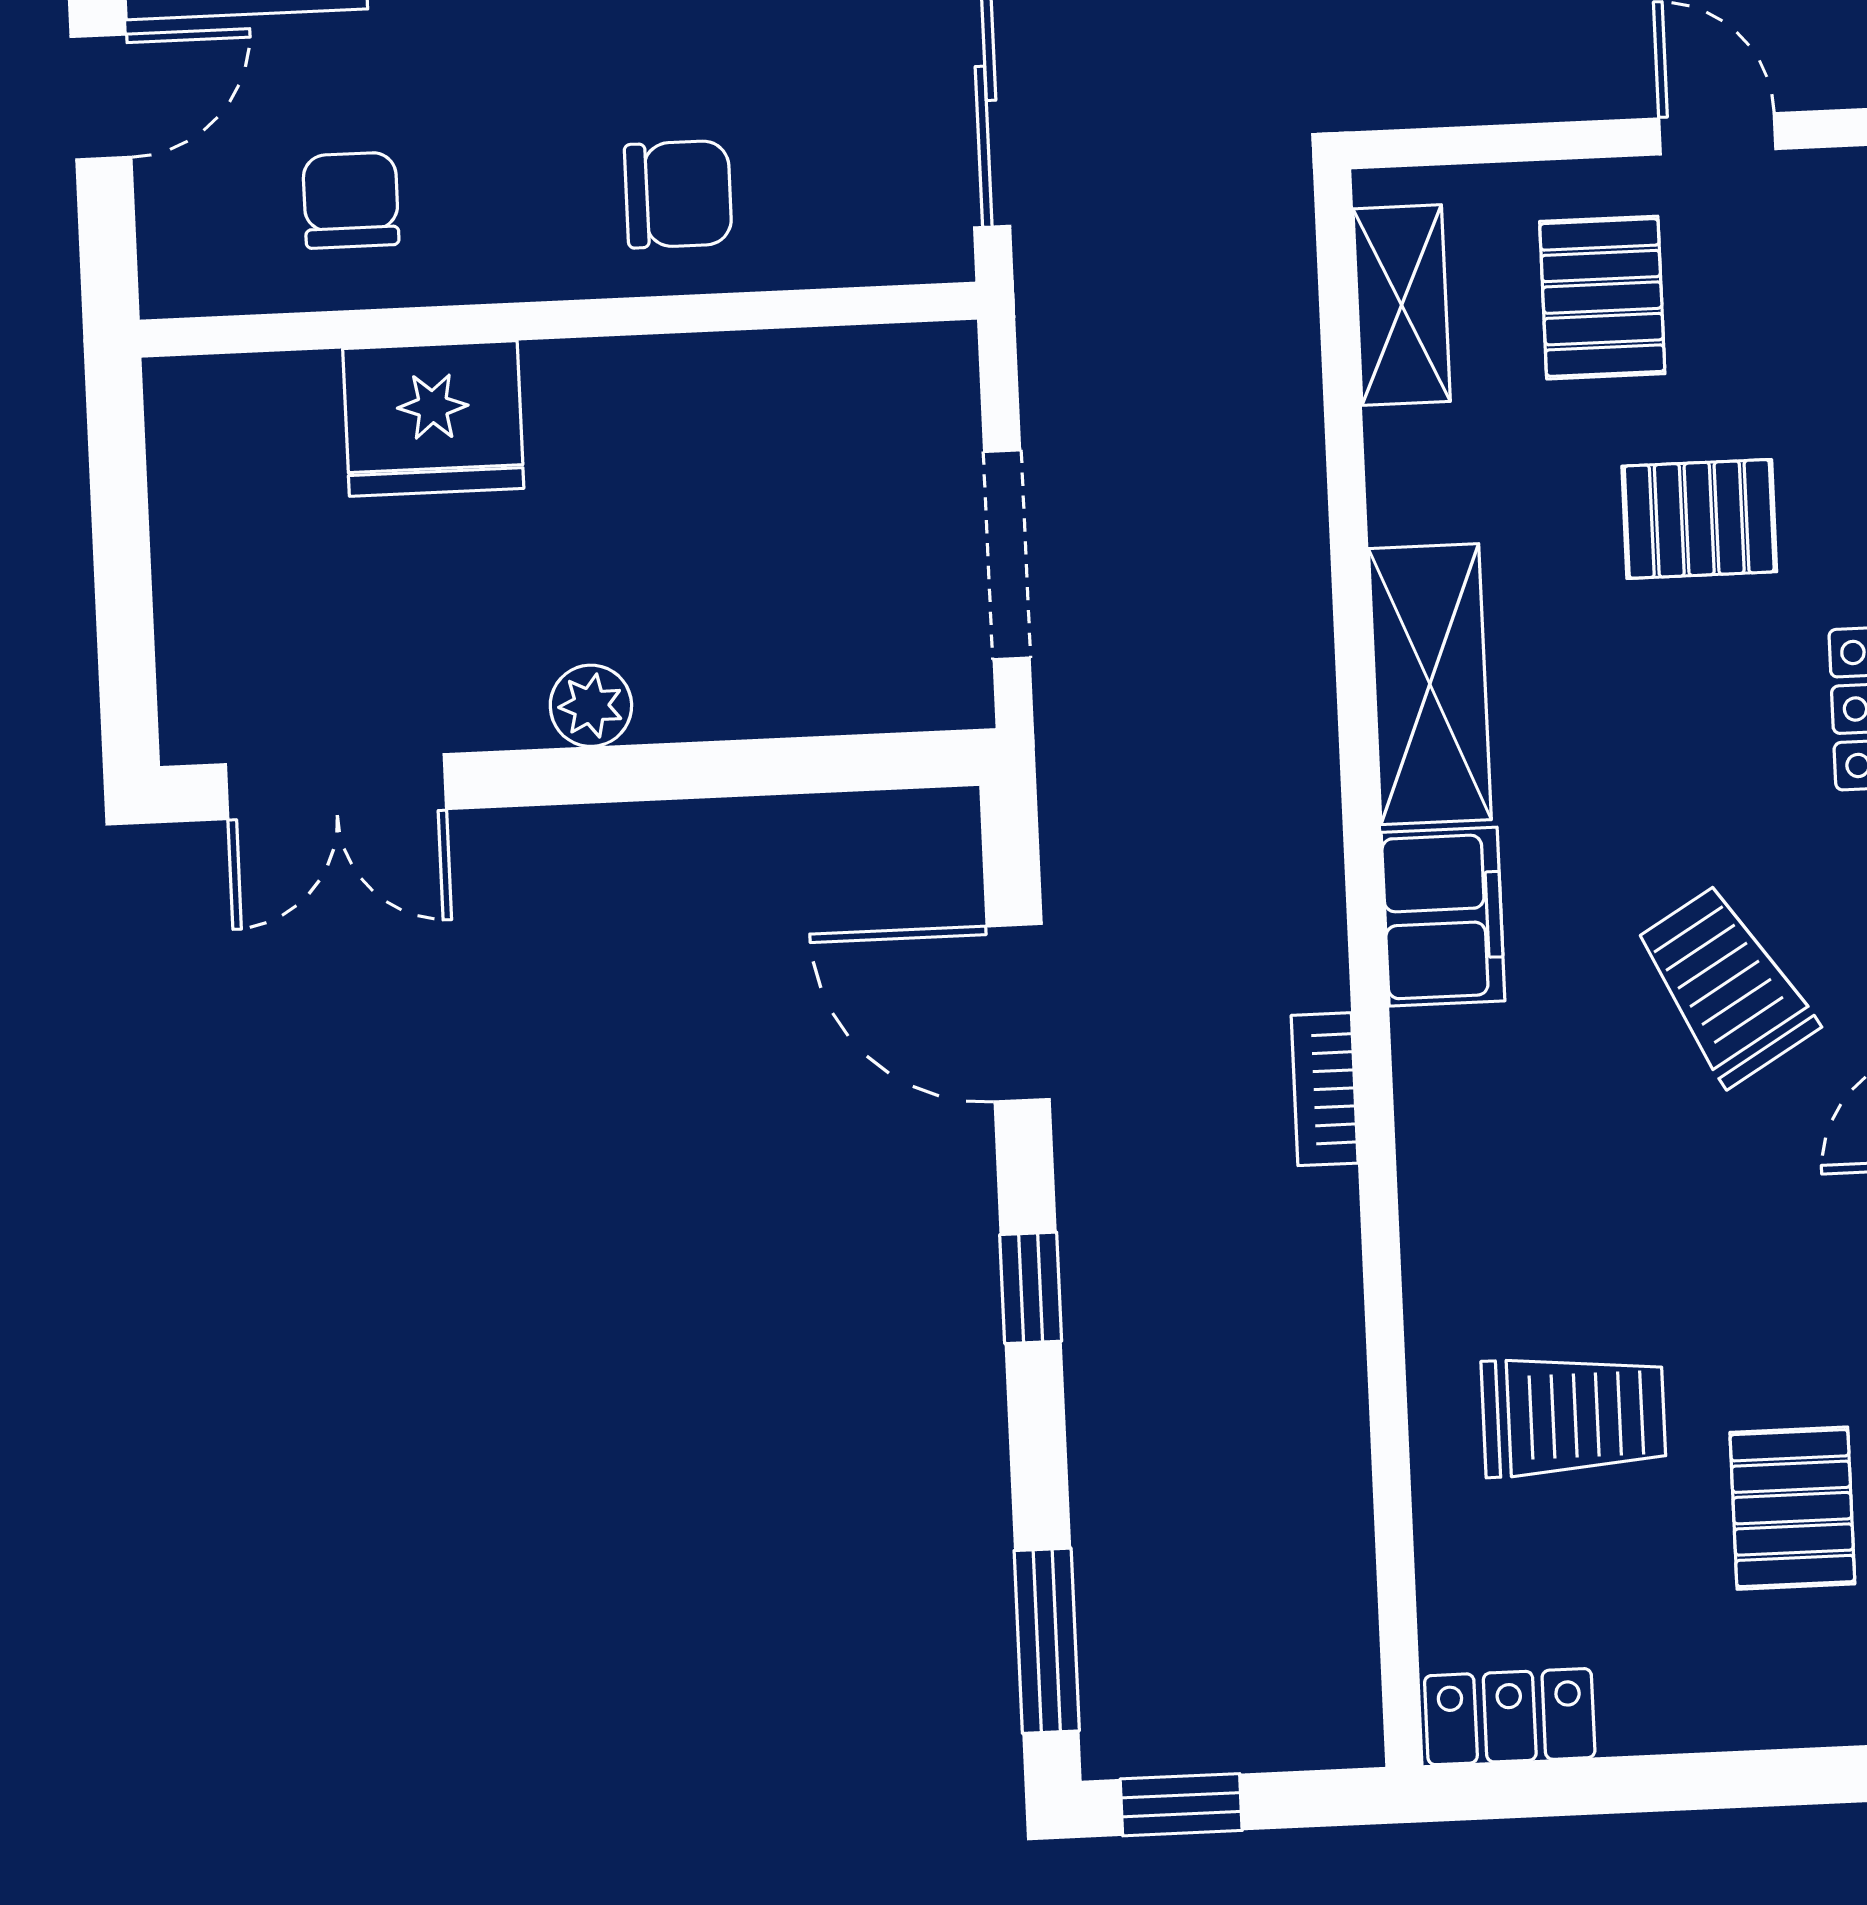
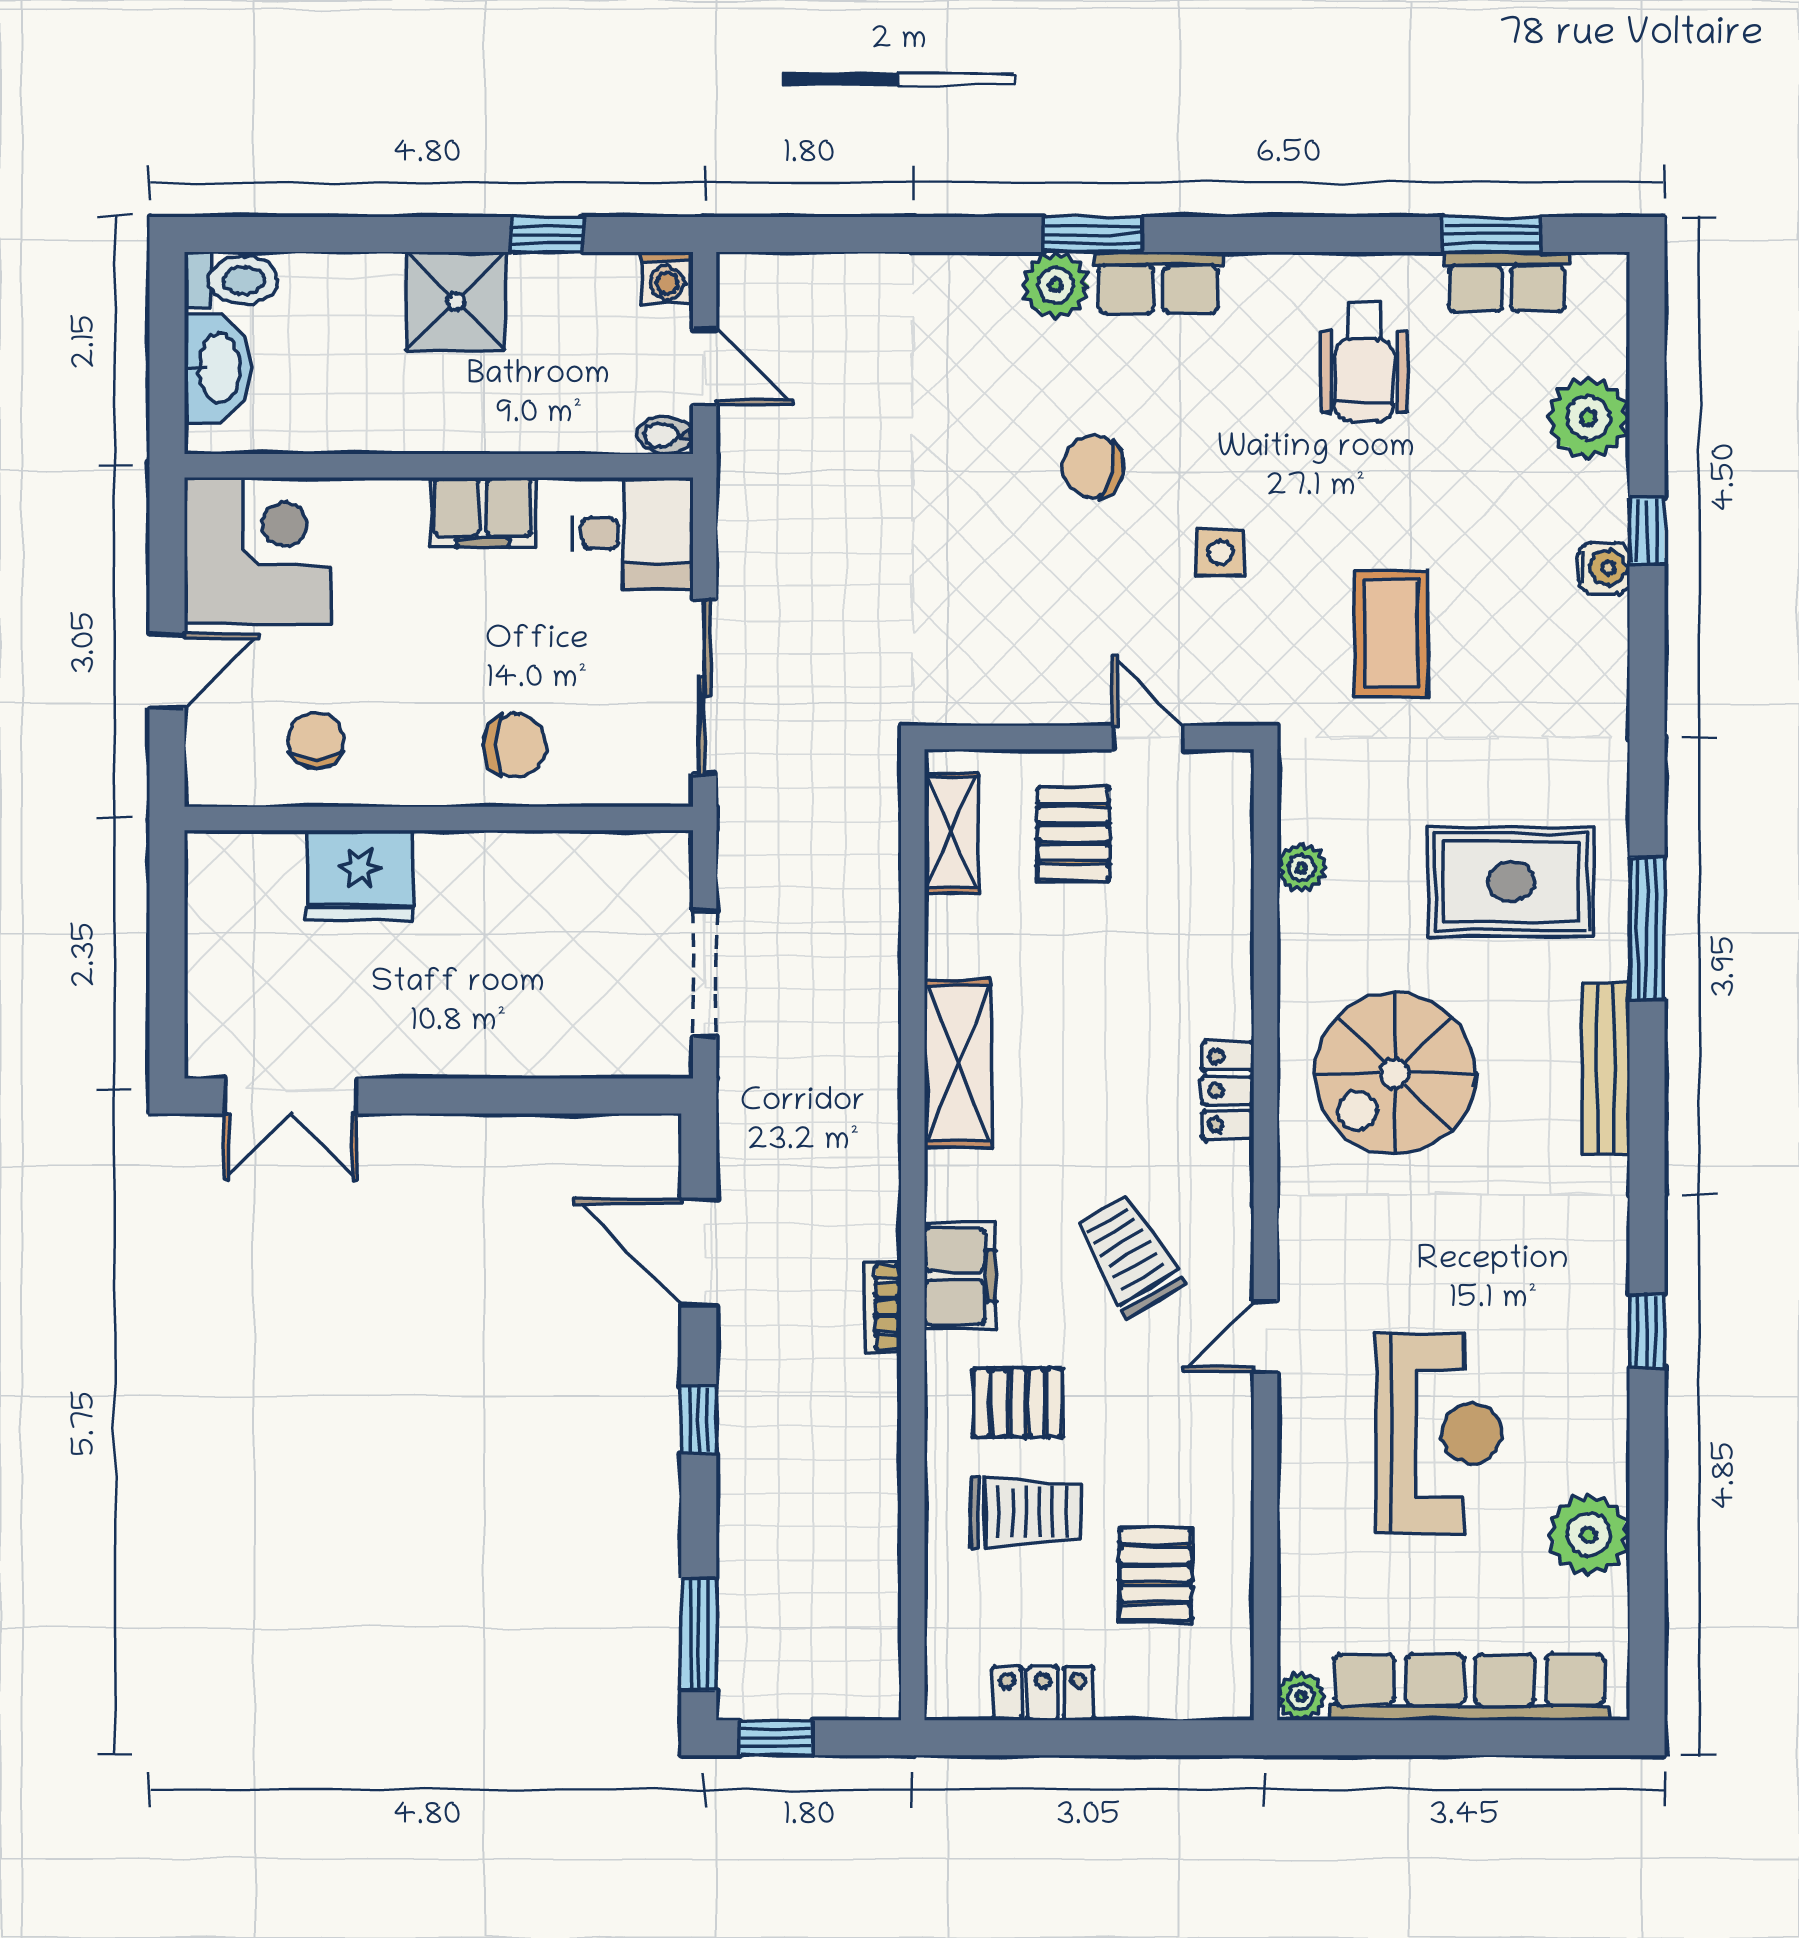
pallet: (1699, 519) -> (1018, 1403), moved
plant: (591, 706) -> (448, 1054), removed
filing cabinet: (1443, 917) -> (960, 1276), moved
locker: (1510, 1717) -> (1043, 1693), moved

